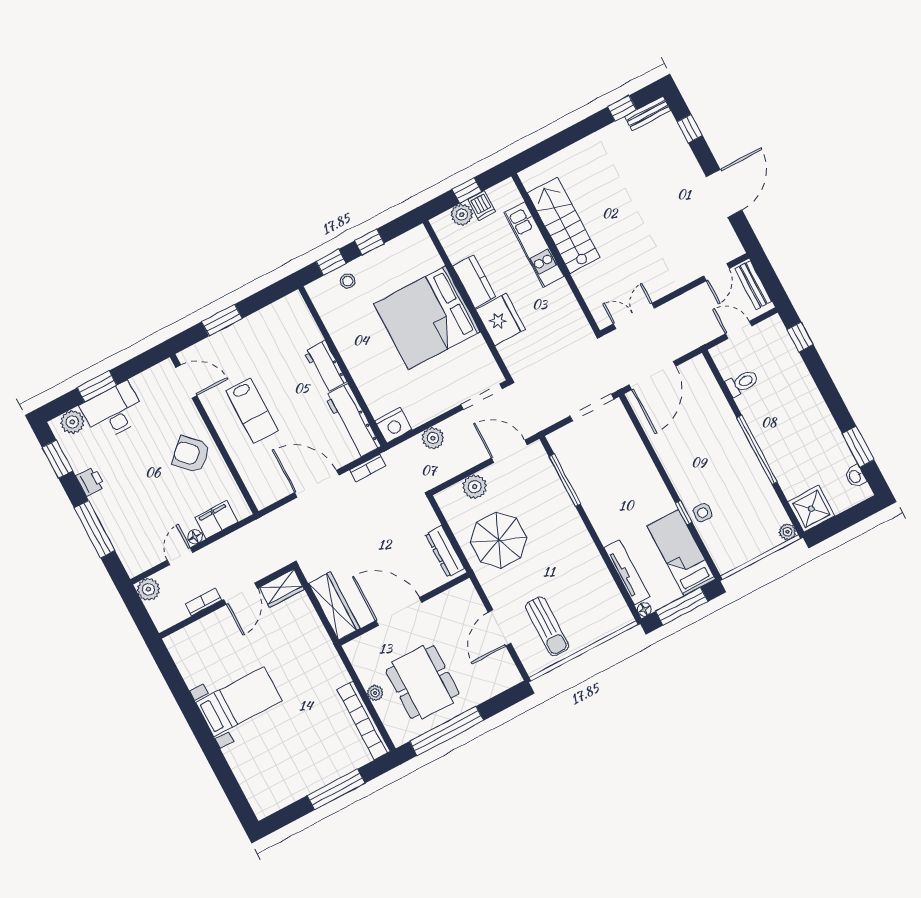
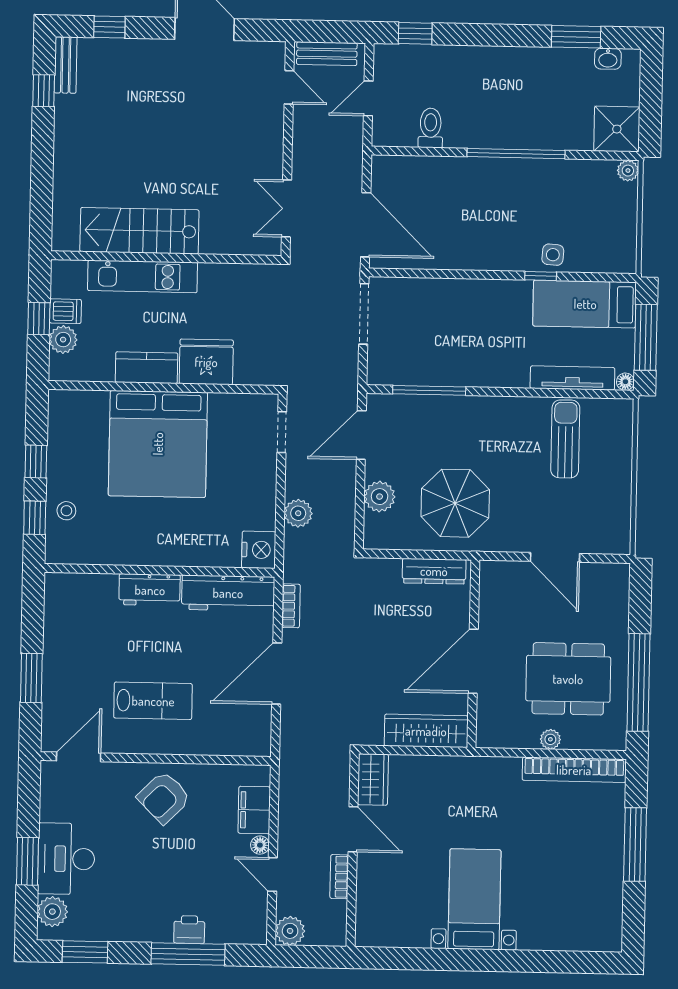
doorway: (481, 397) -> (282, 432), width x0.73
printer: (90, 481) -> (189, 930), moved
sun lounger: (547, 626) -> (565, 439), moved, turned -90

